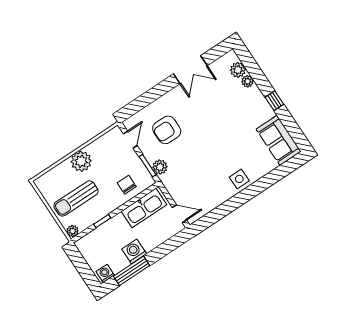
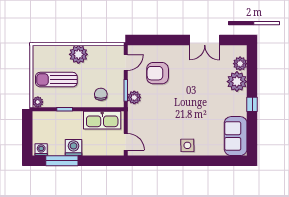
plant: (248, 81) -> (237, 82), width x1.88, depth x1.88

